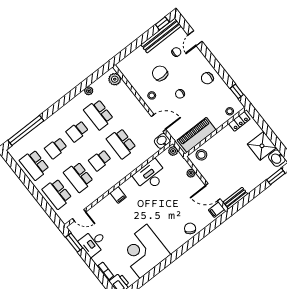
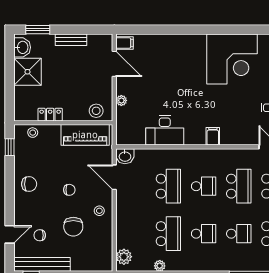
locker: (239, 121) -> (50, 115), moved
plant: (173, 151) -> (122, 137), removed
bench: (235, 198) -> (71, 40), moved
chair: (190, 228) -> (166, 45), removed

